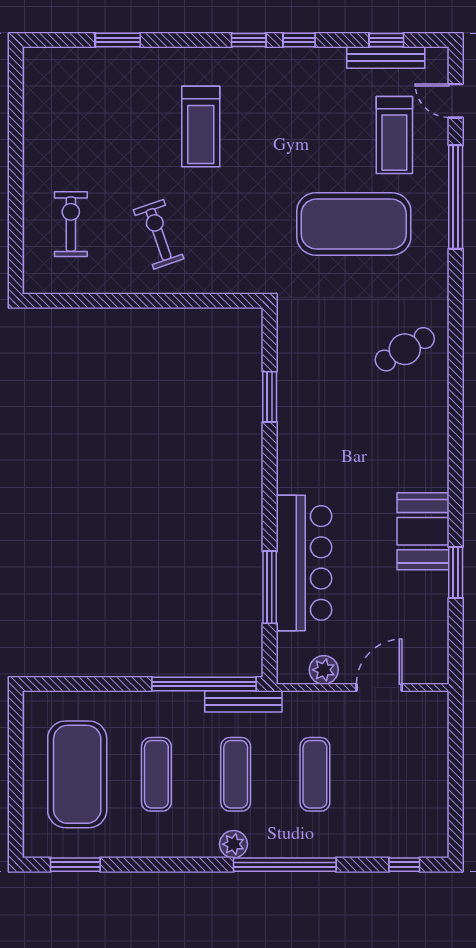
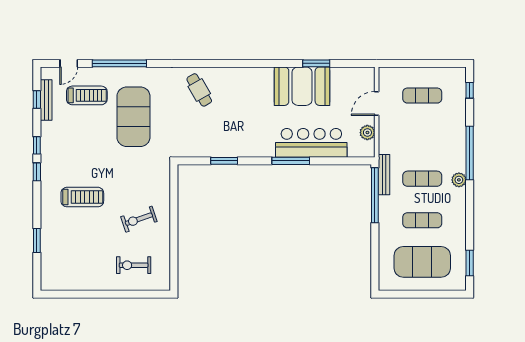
booth: (423, 531) -> (302, 86), width x1.36, depth x1.42
window: (270, 587) -> (291, 161), moved
door: (379, 687) -> (377, 103), hinge flipped
exercise mat: (315, 774) -> (422, 96), moved

